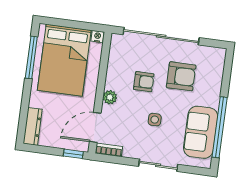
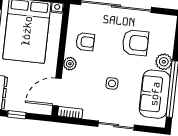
armchair: (144, 82) -> (85, 42), moved
plant: (211, 98) -> (164, 62), added
window: (73, 154) -> (17, 115), moved

